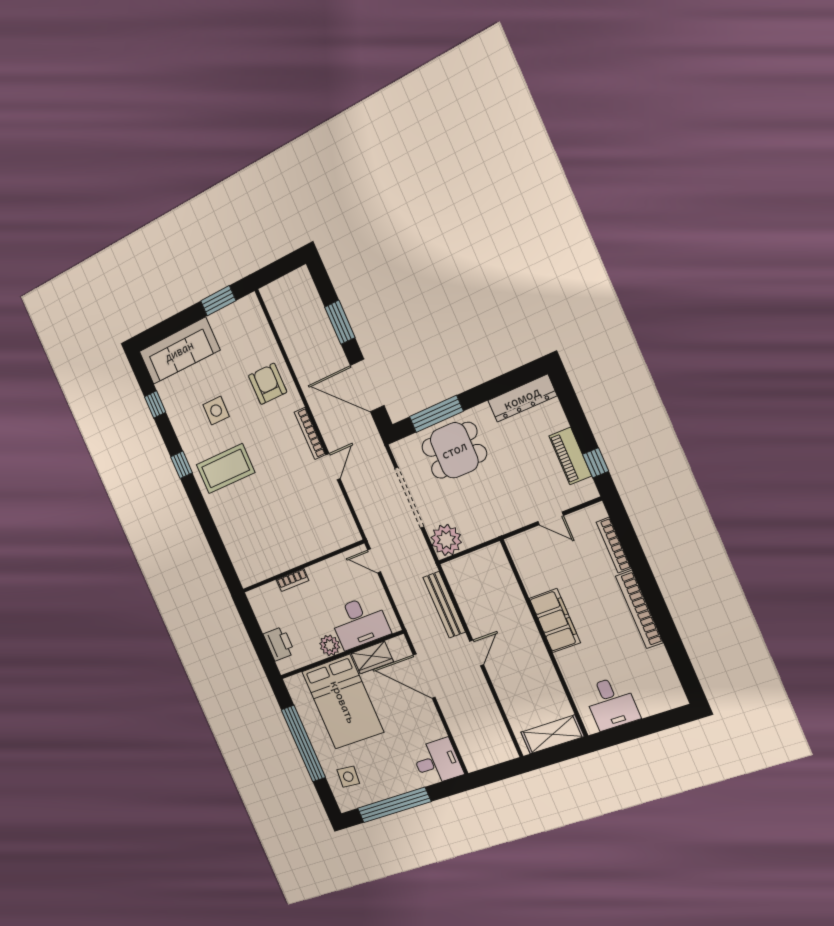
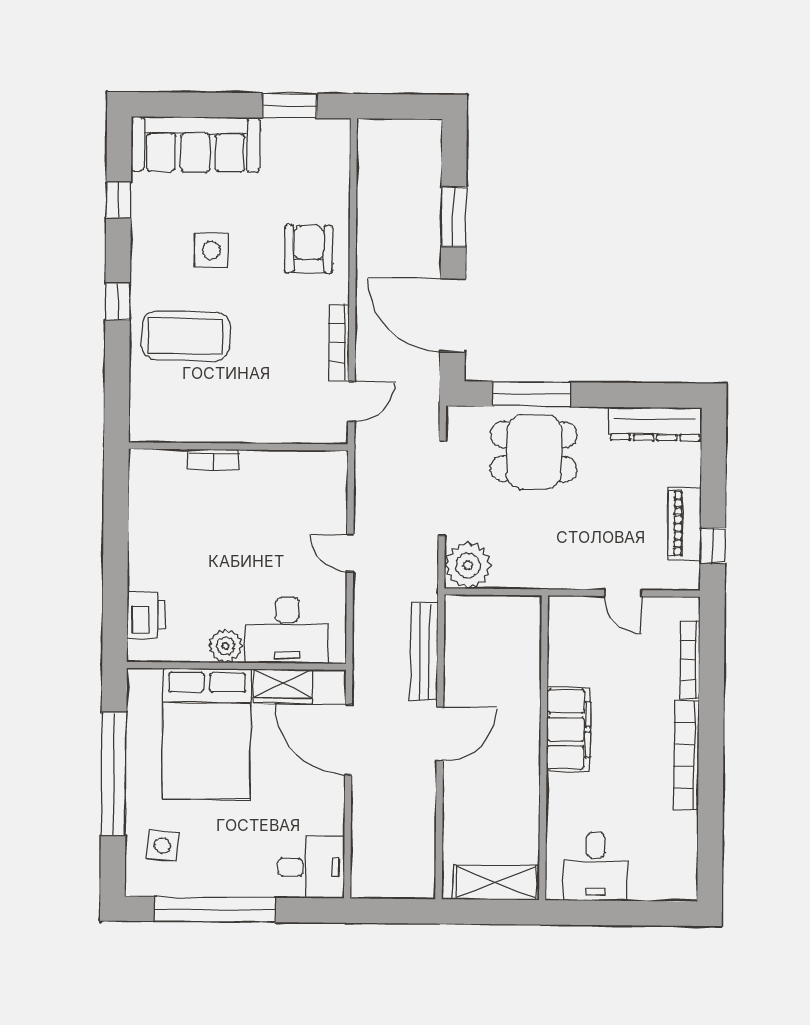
wall: (302, 567) -> (238, 446), moved
bookcase: (293, 580) -> (213, 459), moved
door: (477, 653) -> (440, 734), width x1.38

